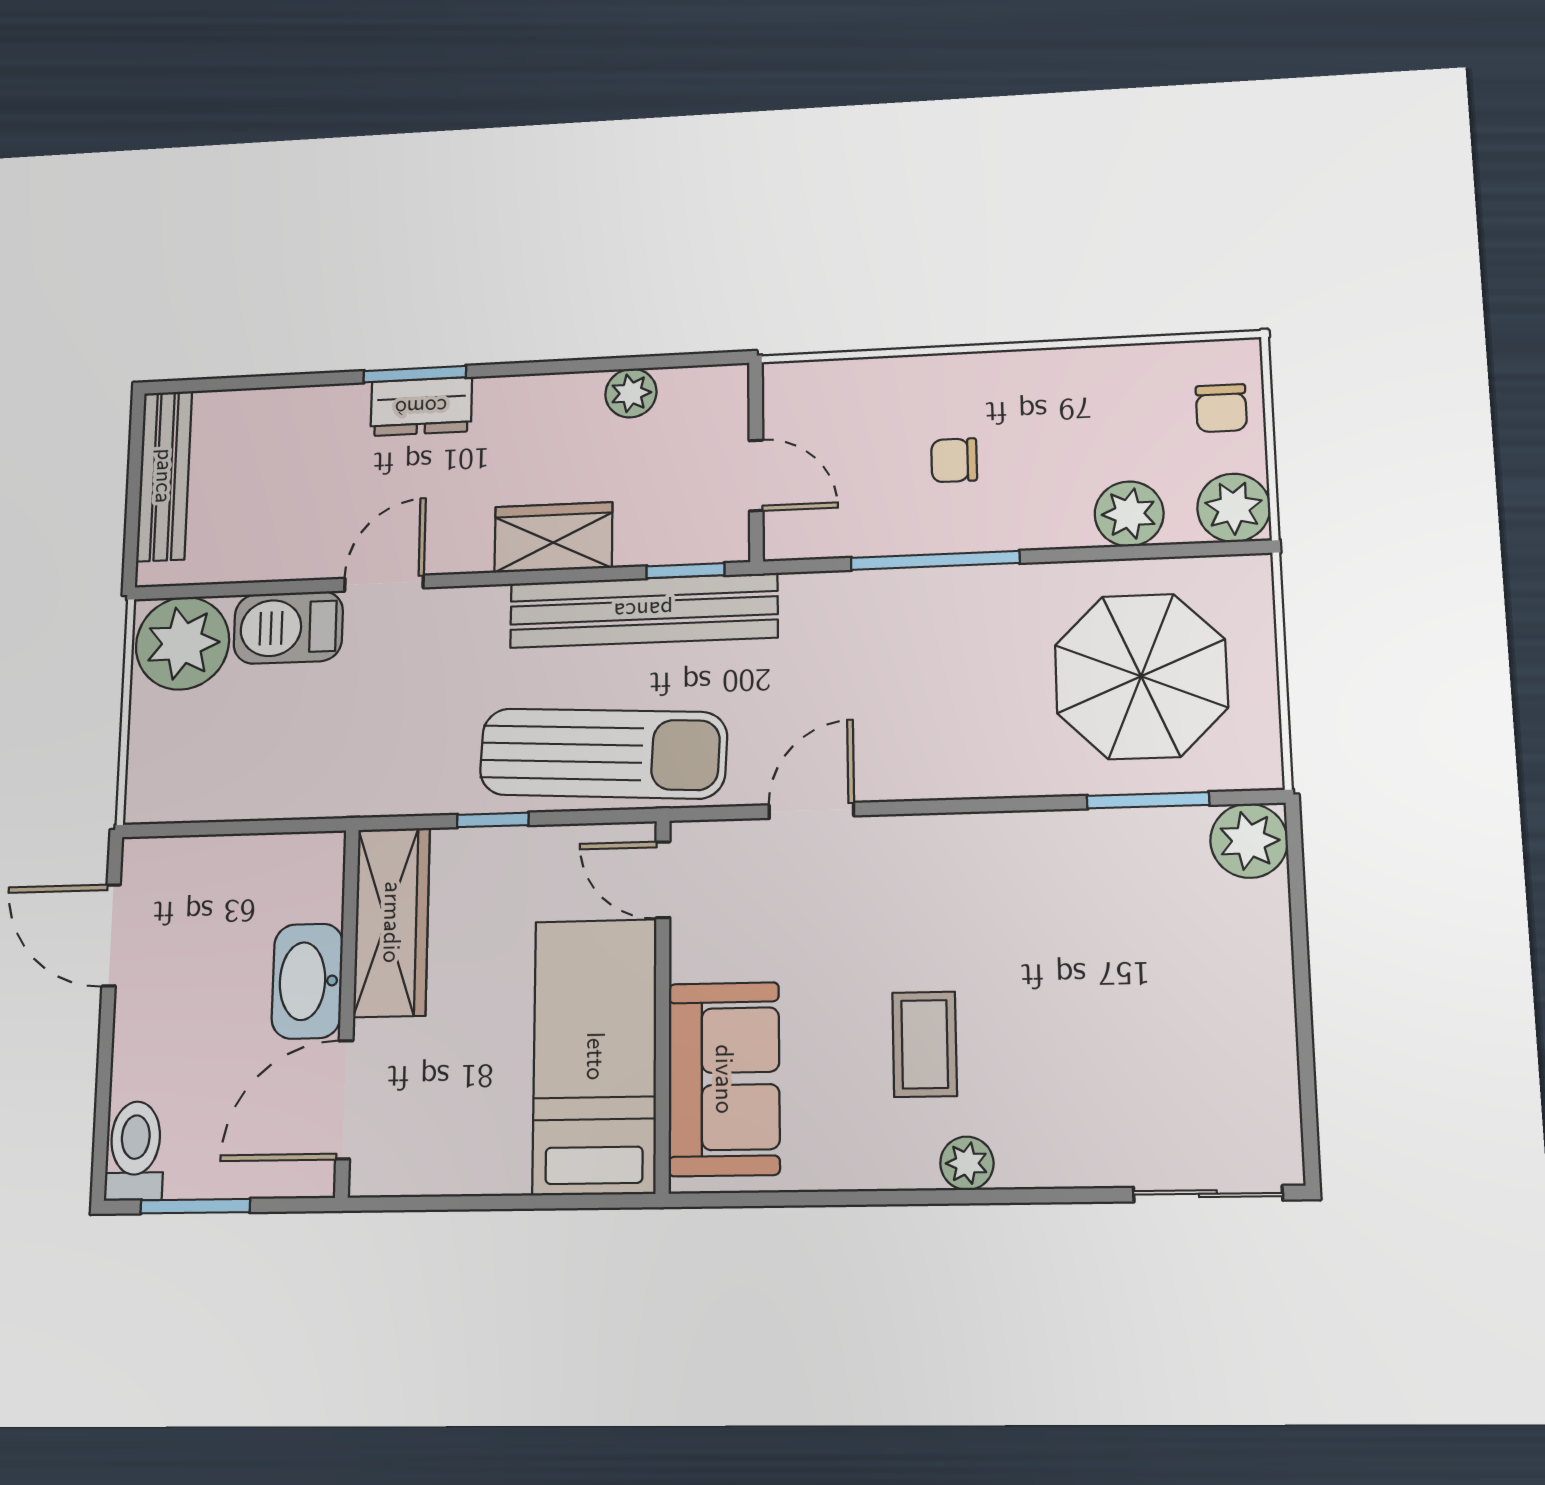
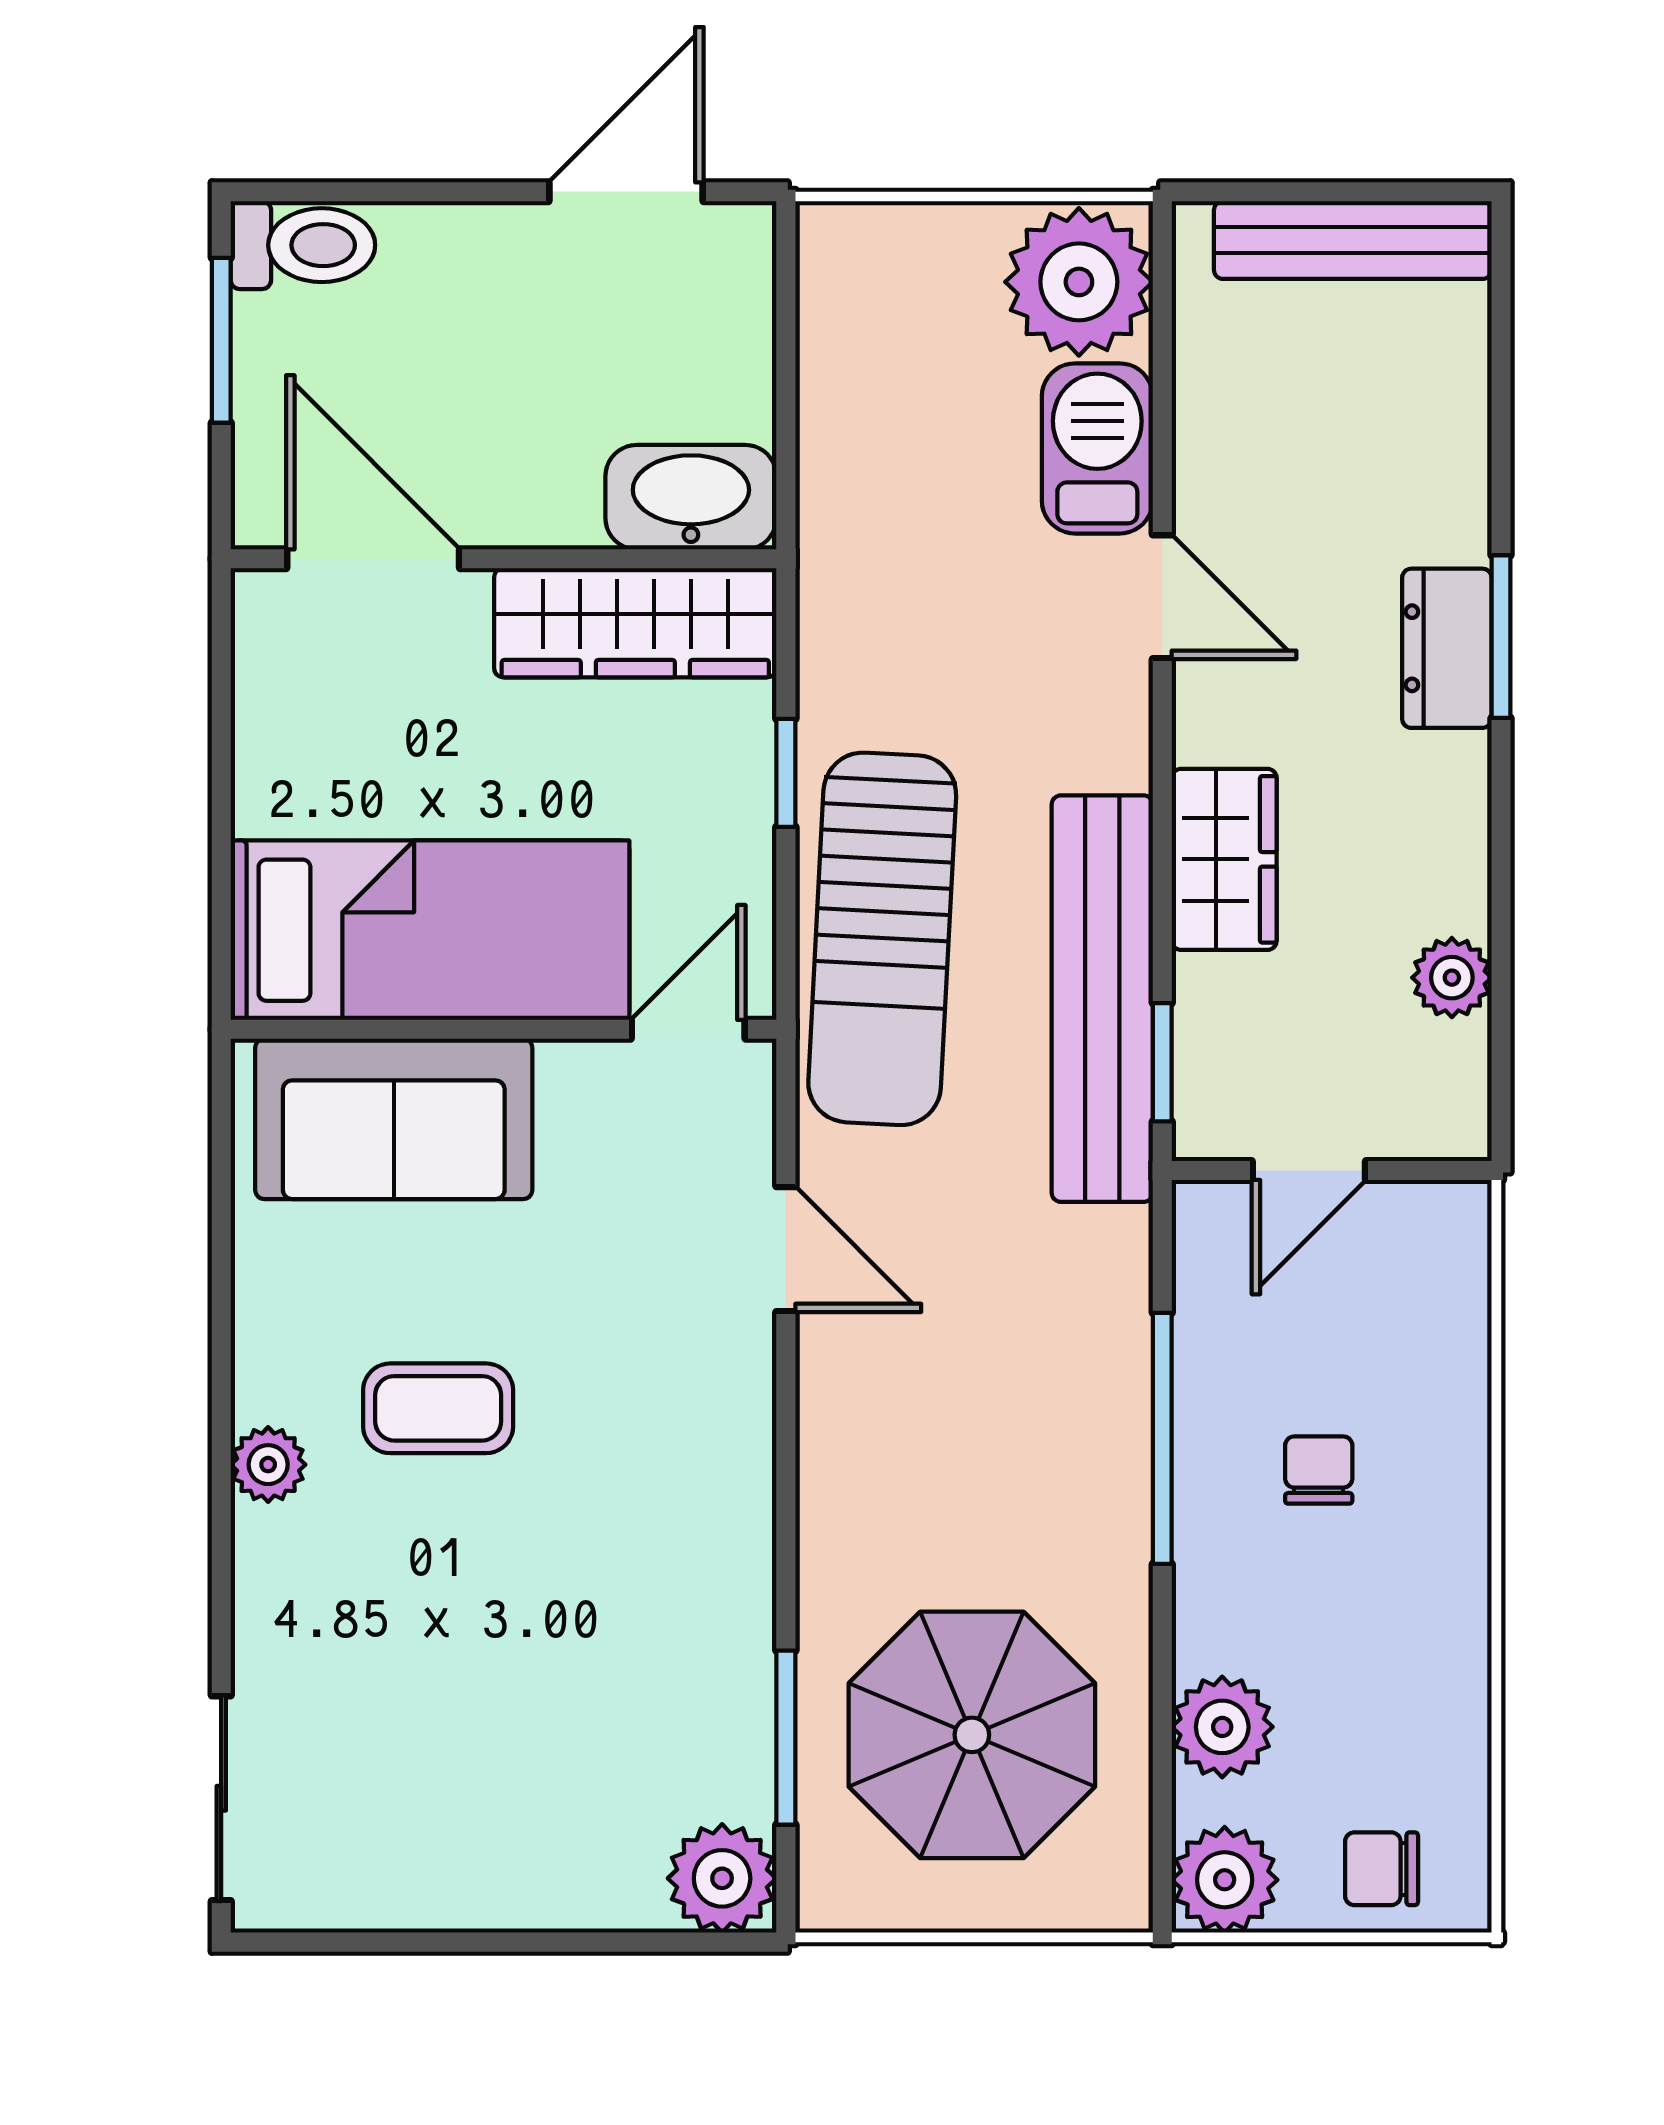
washbasin: (307, 981) -> (691, 497), moved

